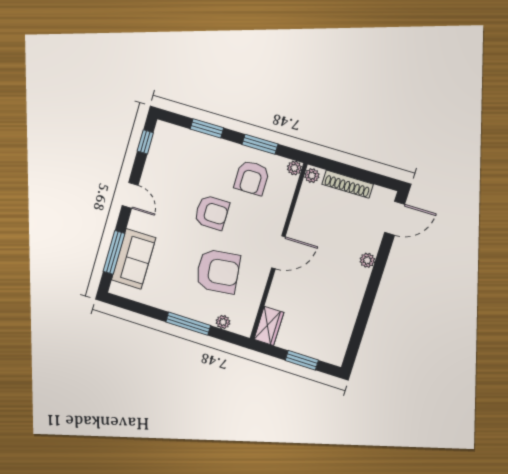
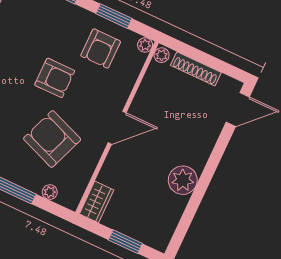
plant: (367, 260) -> (183, 180), moved, width x1.88, depth x1.88
armchair: (218, 271) -> (52, 139), turned -152

